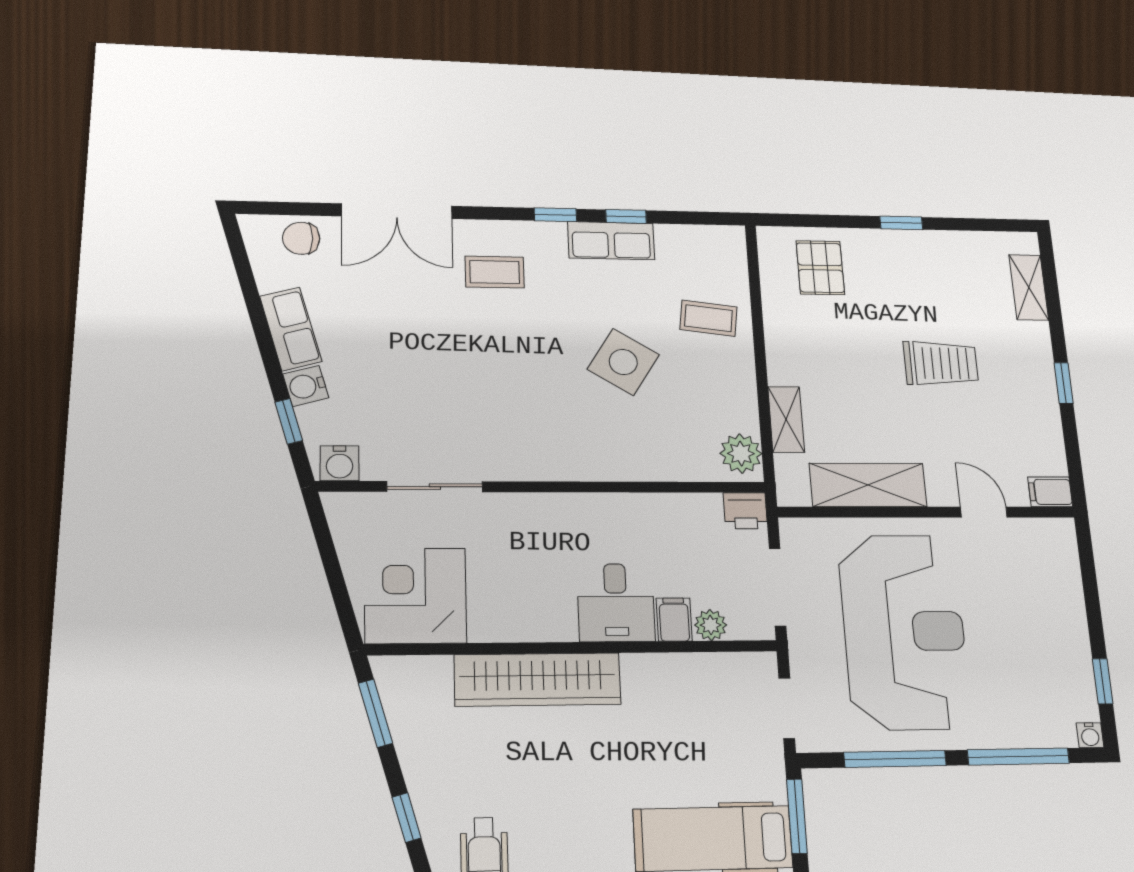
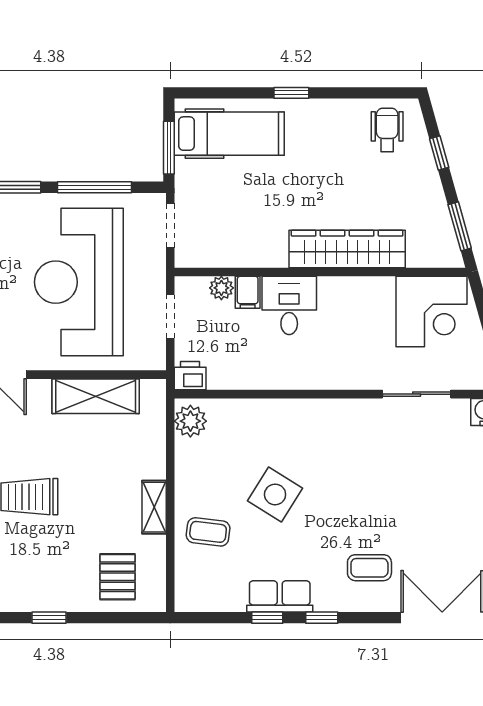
shelving: (786, 419) -> (154, 507), moved
doorway: (778, 587) -> (170, 316), width x0.73

